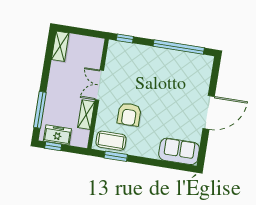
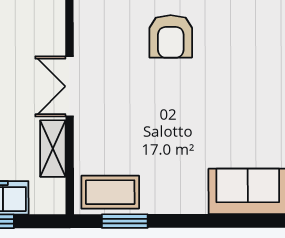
armchair: (129, 114) -> (171, 36), moved

